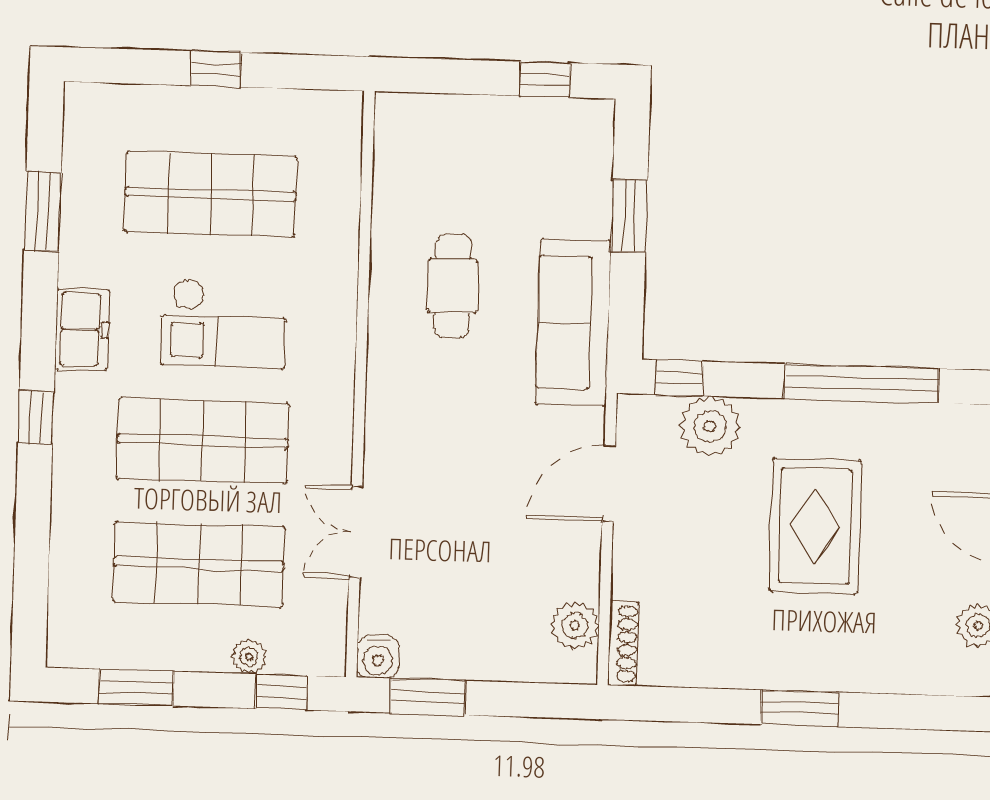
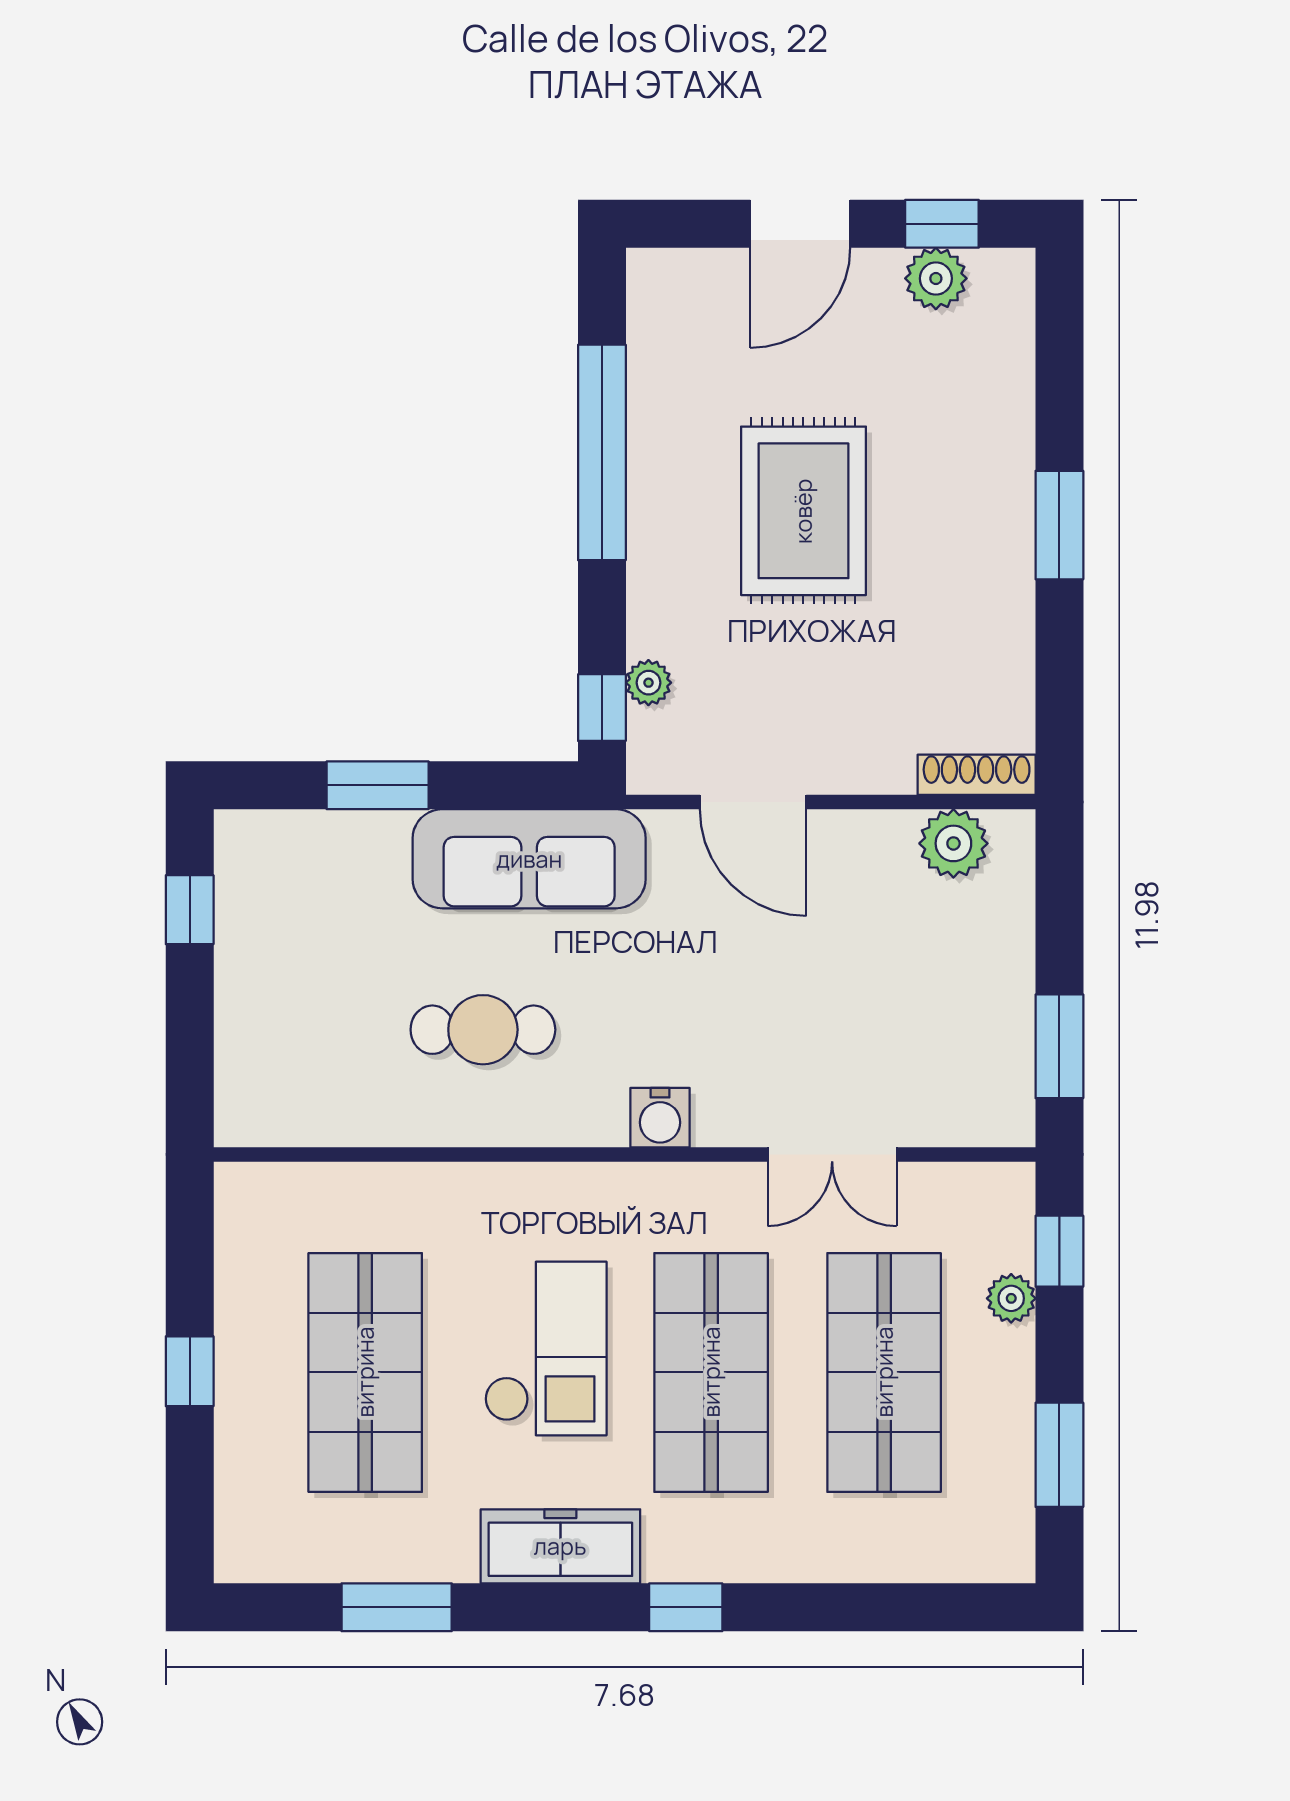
freezer: (82, 330) -> (560, 1546), width x1.40
plant: (710, 426) -> (648, 683), width x0.53, depth x0.53
rug: (815, 526) -> (803, 511), turned 90
water cooler: (378, 657) -> (660, 1118), moved, turned 90

